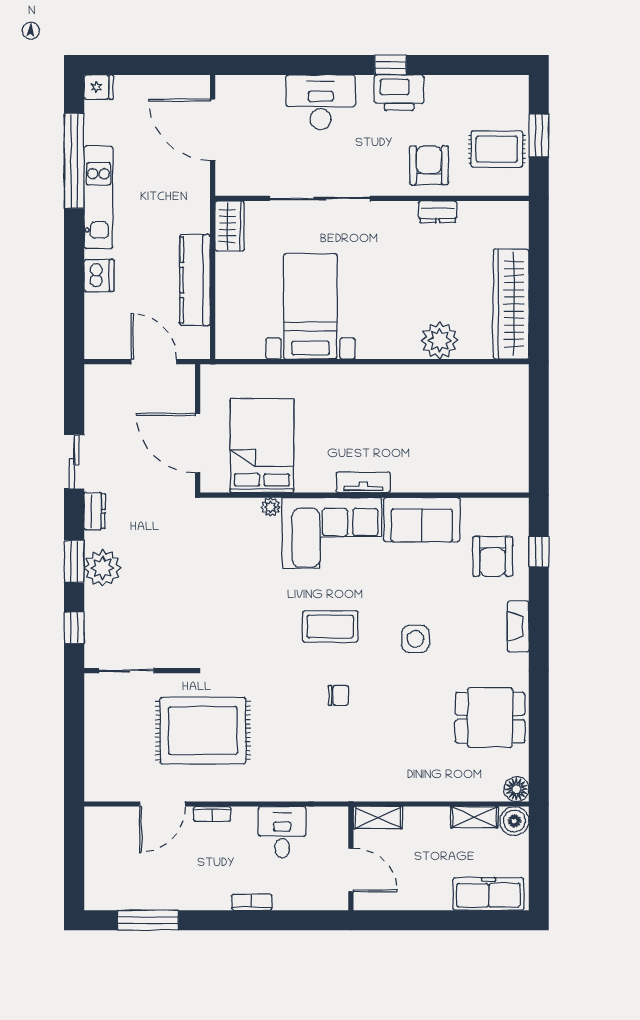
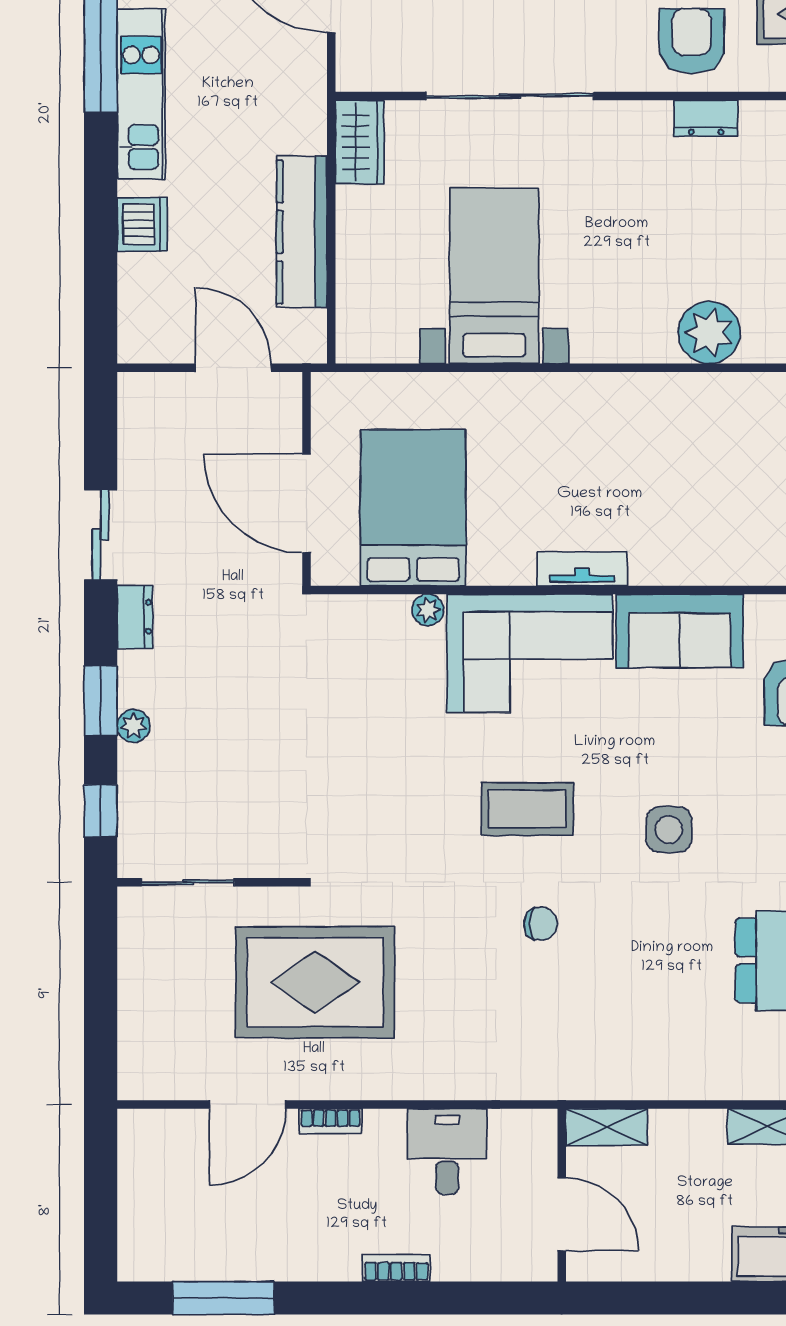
plant: (103, 568) -> (134, 726), width x0.53, depth x0.53

